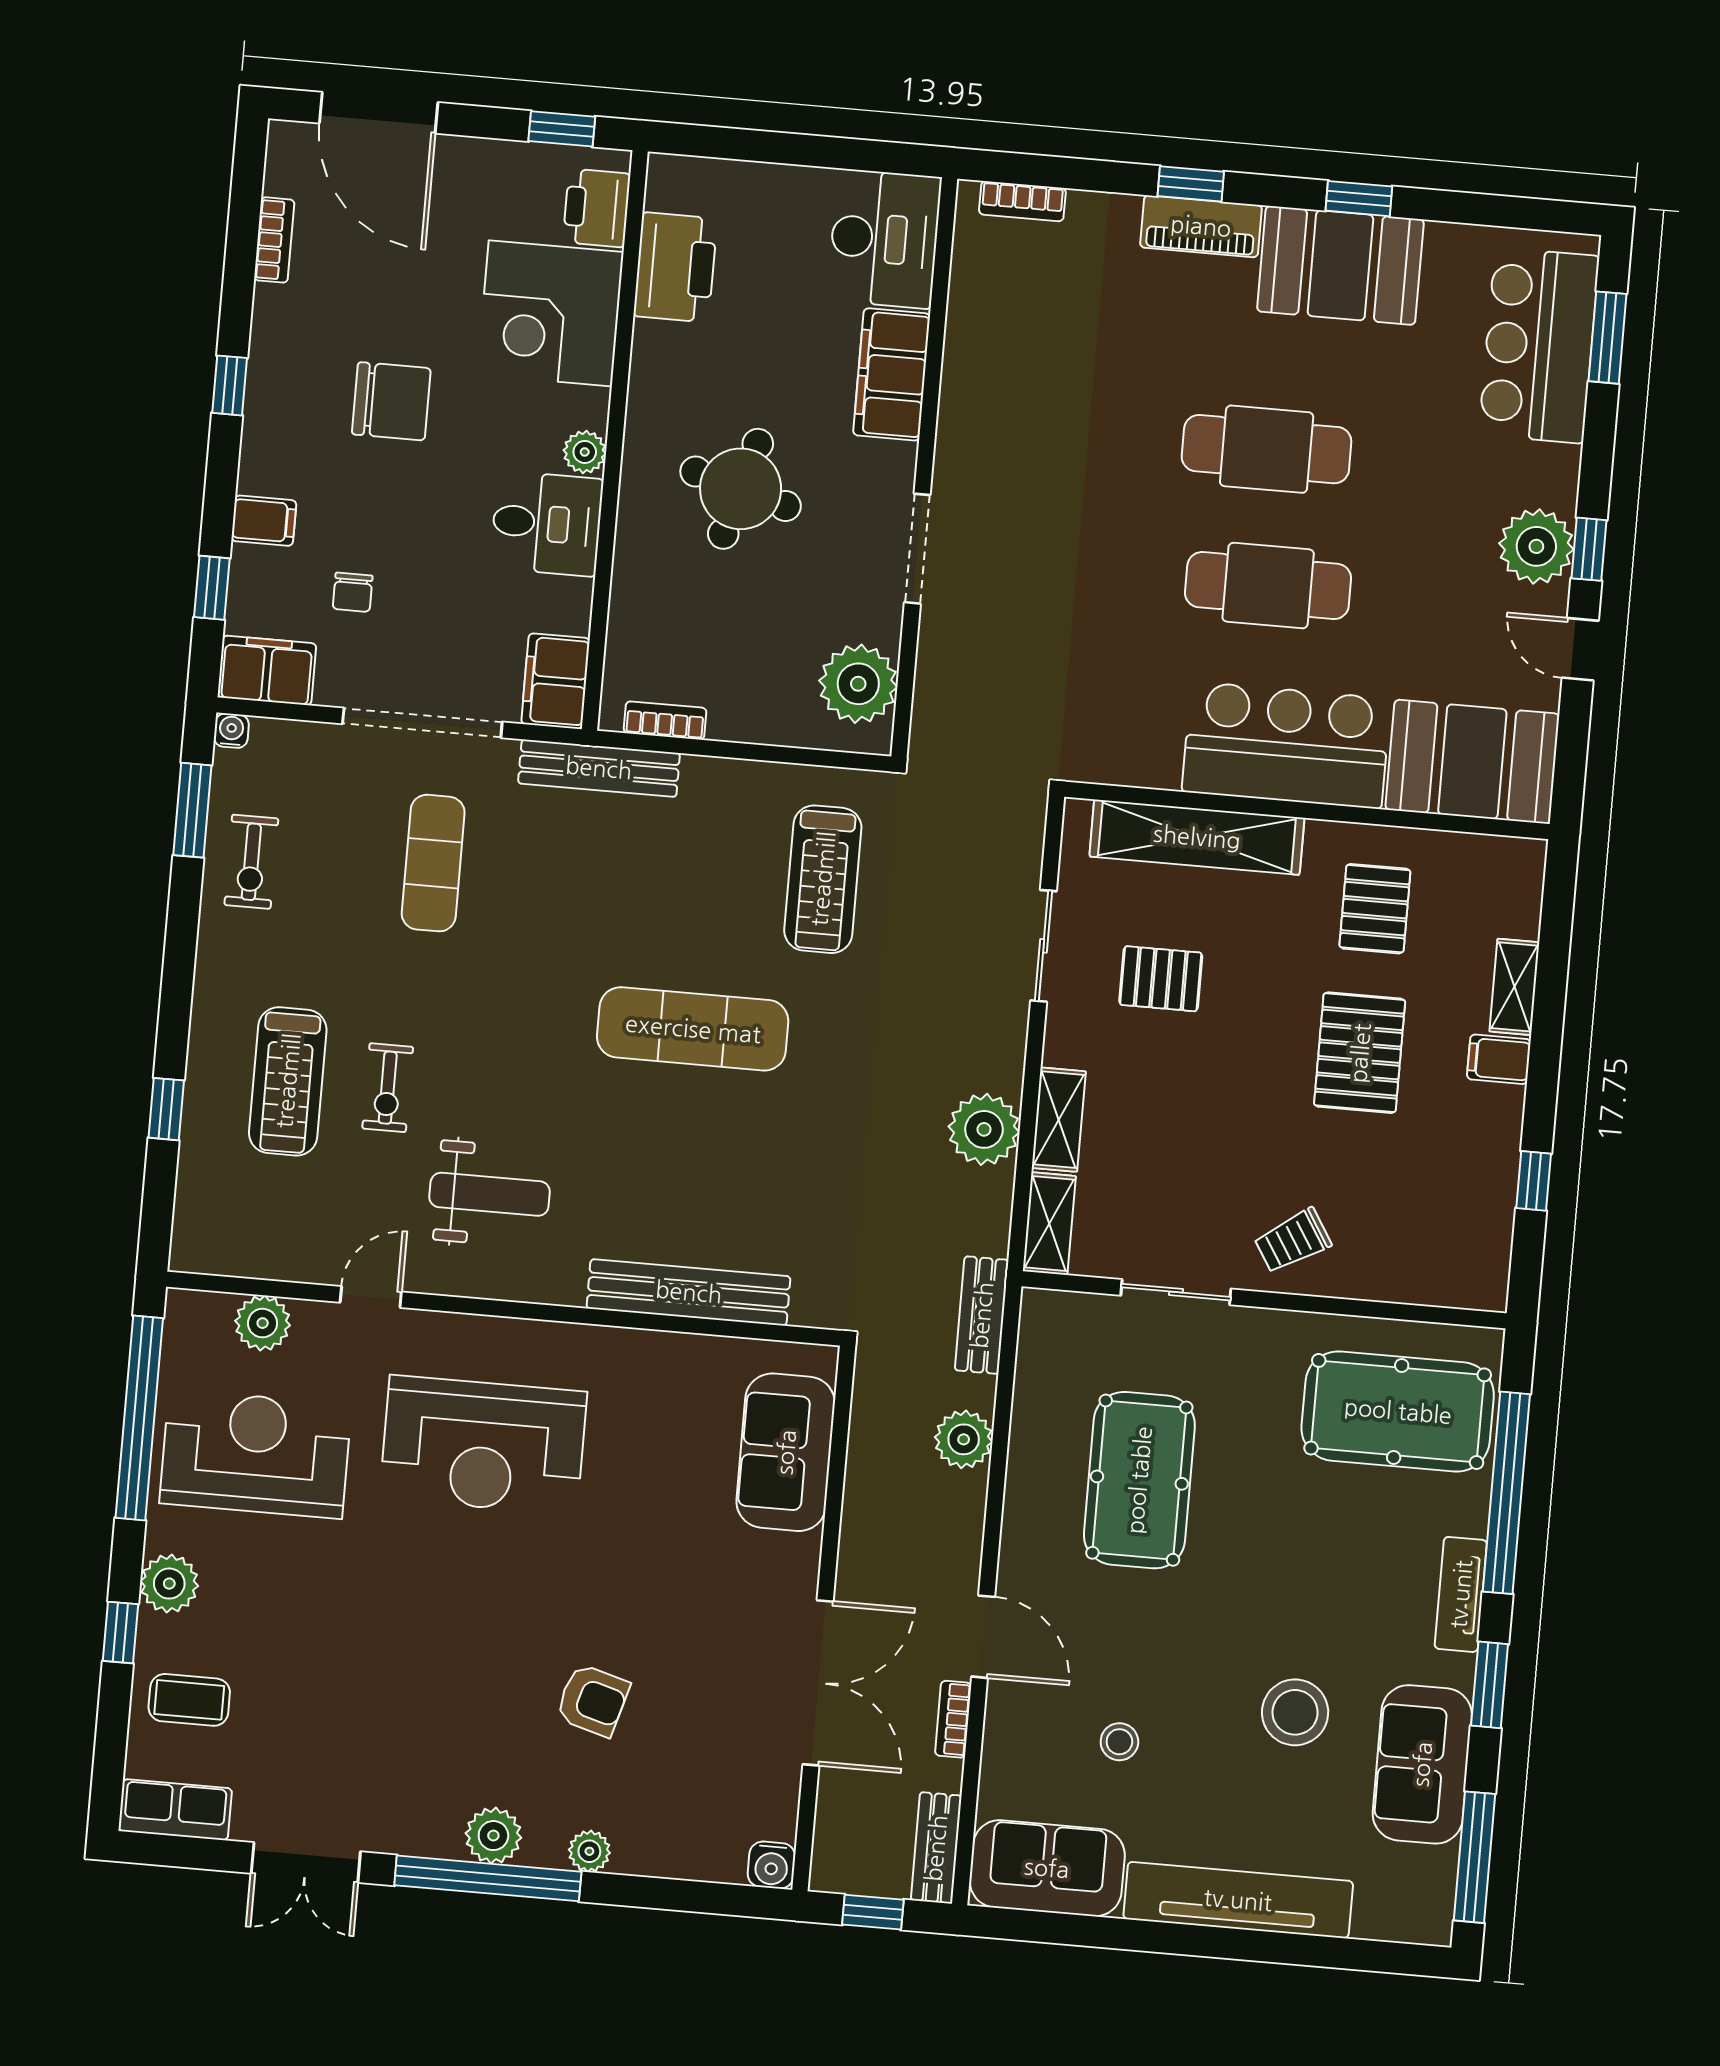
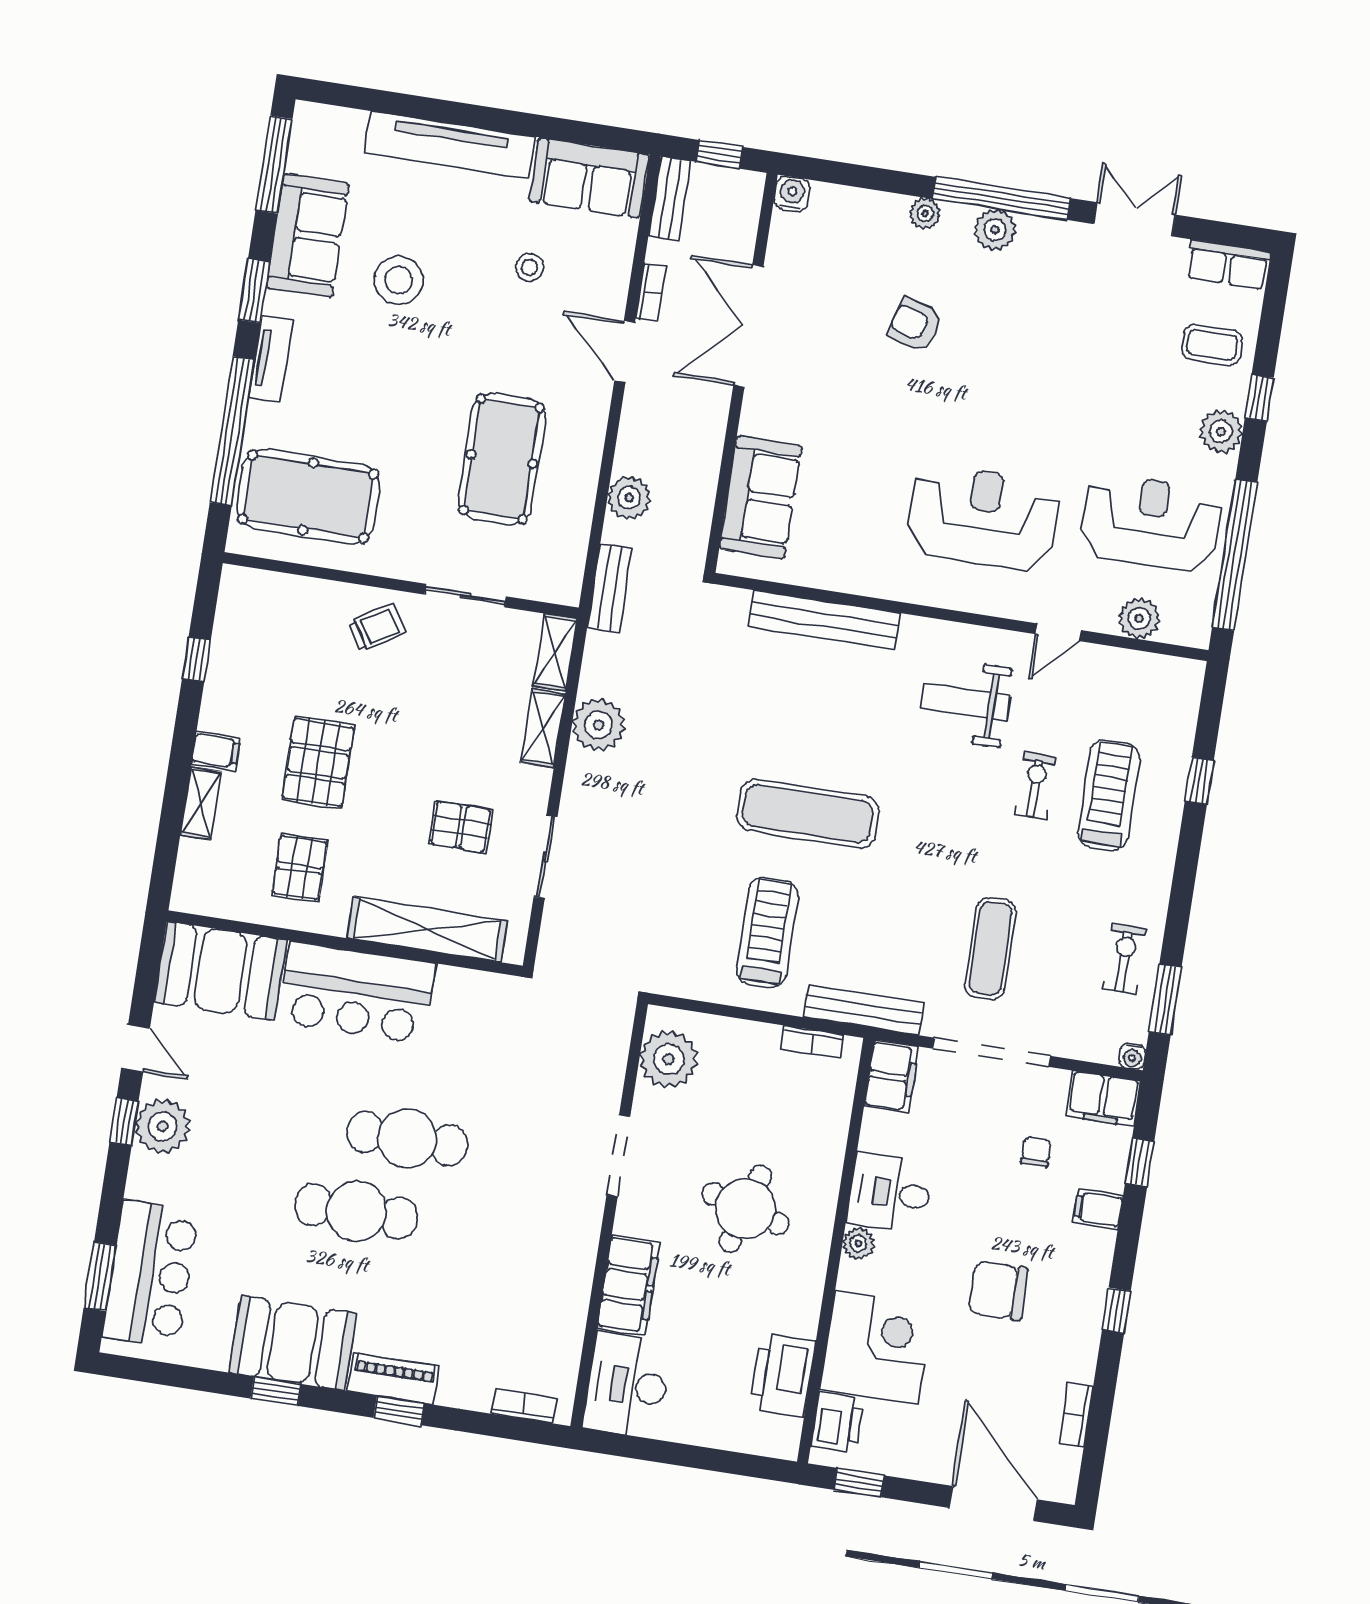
cafe table: (1268, 586) -> (407, 1139), moved
treadmill: (823, 879) -> (767, 933), moved
reception desk: (255, 1454) -> (1151, 523), turned 180

